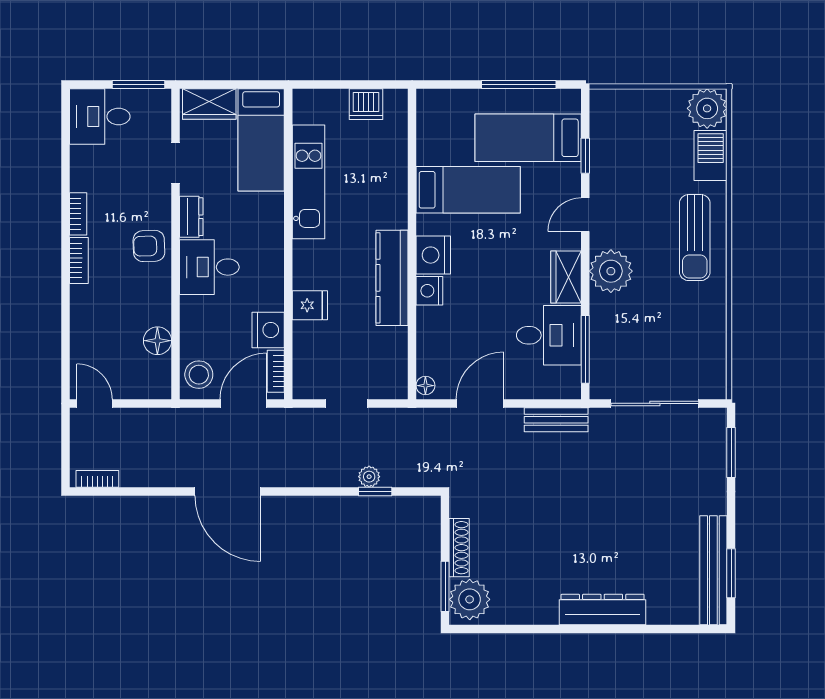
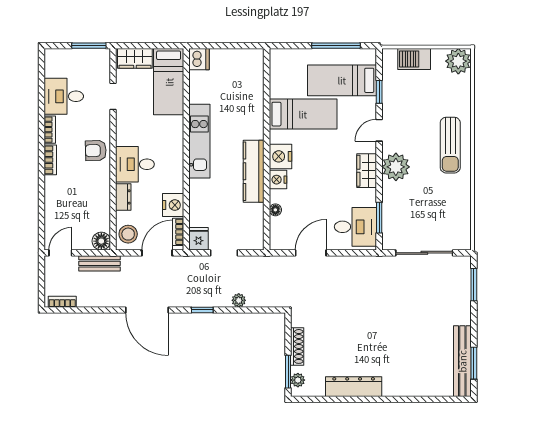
dishwasher: (366, 104) -> (199, 59), moved, turned -90
desk: (100, 117) -> (64, 96), moved
barbecue: (711, 156) -> (414, 59), moved, turned -90
kitchen unit: (308, 182) -> (199, 141), moved
dresser: (191, 217) -> (123, 197), moved
fridge: (310, 305) -> (198, 239), moved, turned -90
desk: (549, 335) -> (355, 227), moved
floor lamp: (157, 341) -> (101, 241), moved
window: (585, 349) -> (379, 218), width x0.69
floor lamp: (425, 386) -> (275, 210), moved
door: (95, 403) -> (60, 253), hinge flipped
bench: (556, 420) -> (100, 263), moved
window: (375, 491) -> (202, 310), moved
plant: (470, 599) -> (298, 380), width x0.53, depth x0.53
dresser: (603, 609) -> (354, 387), moved

